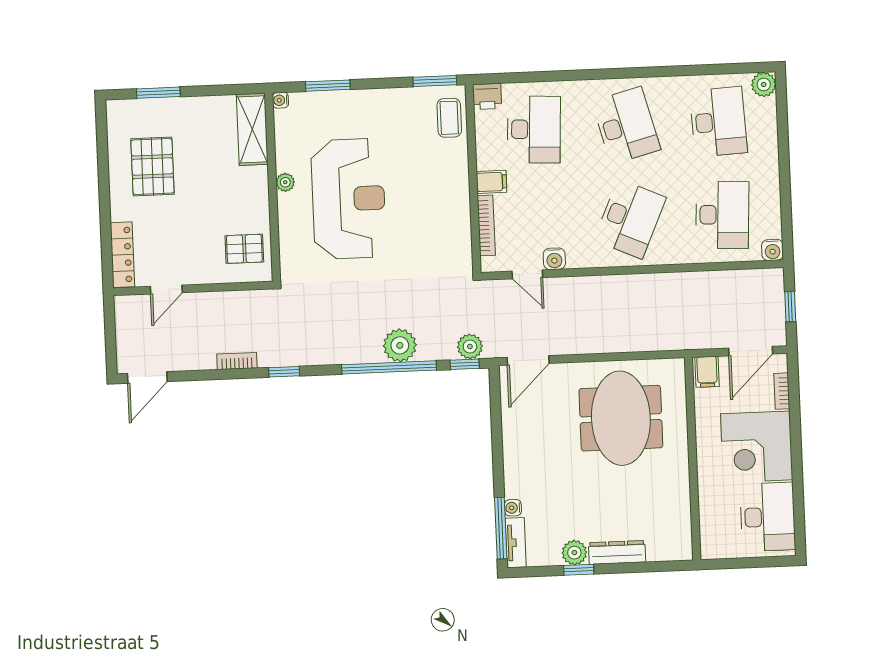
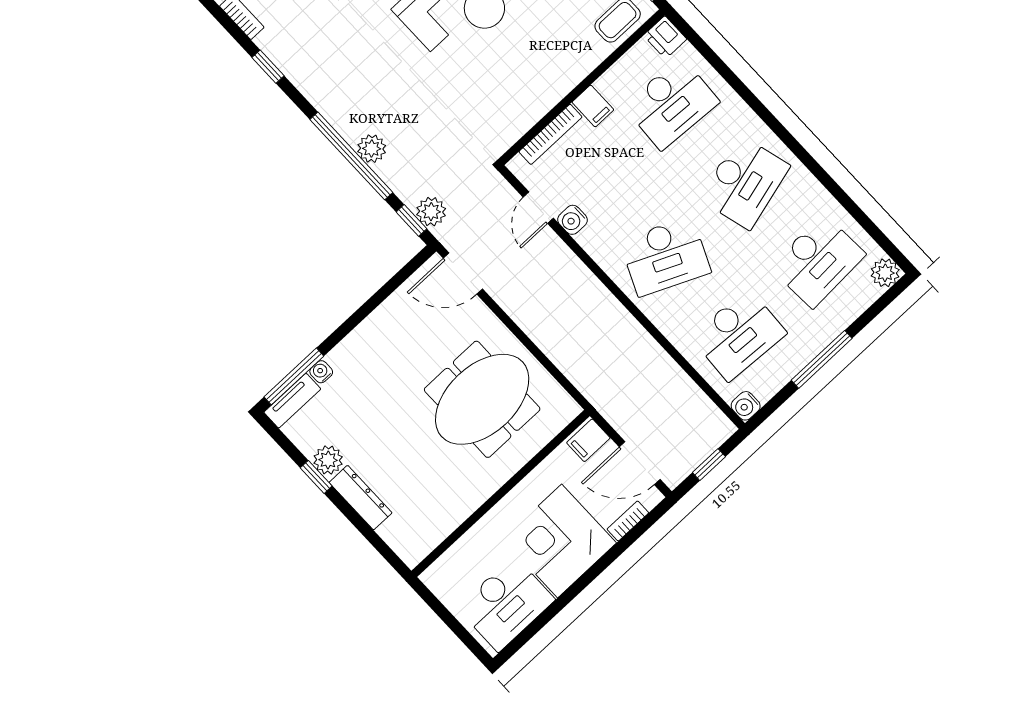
window: (785, 174) -> (822, 359), added
plant: (400, 345) -> (372, 149), width x0.73, depth x0.73

